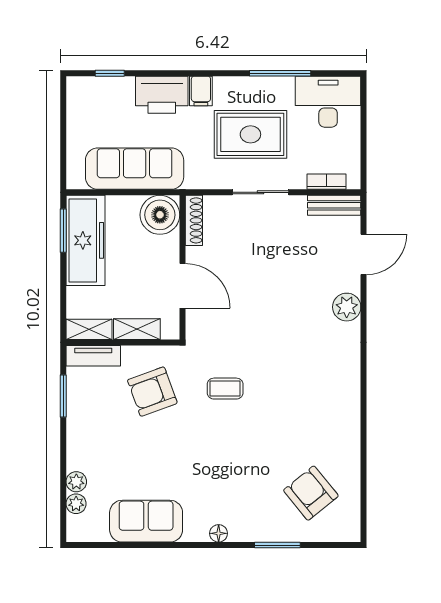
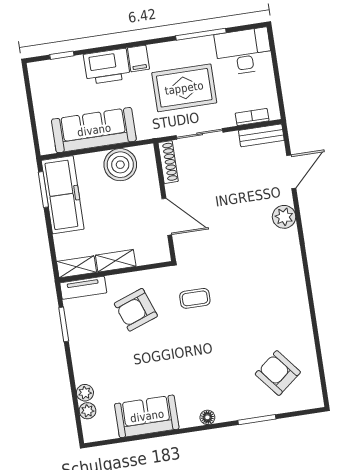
shoe rack: (194, 220) -> (168, 162), moved
wall: (182, 267) -> (165, 202), moved
door: (182, 286) -> (167, 217), moved

